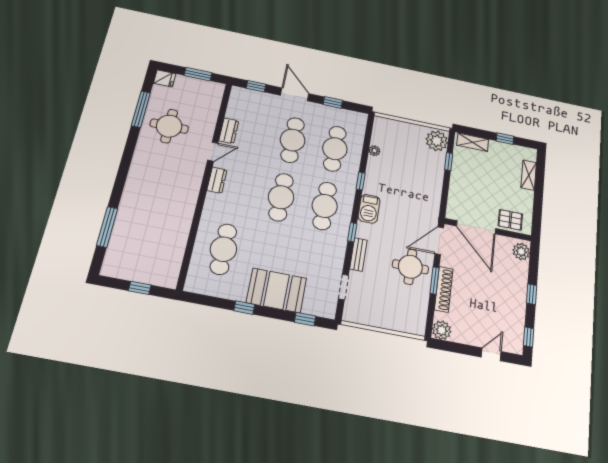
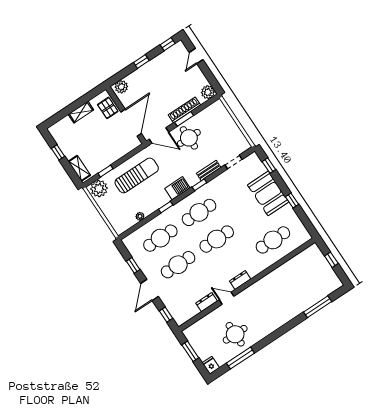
shelving: (529, 175) -> (81, 112), moved
sun lounger: (418, 184) -> (137, 175), added
door: (491, 354) -> (196, 56), hinge flipped

